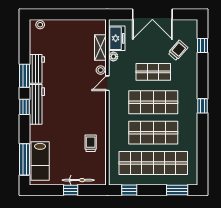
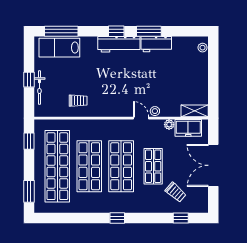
shelving: (100, 48) -> (195, 111), moved

